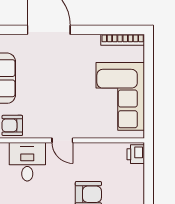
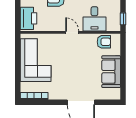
printer: (136, 154) -> (28, 18), width x1.87, depth x1.48

